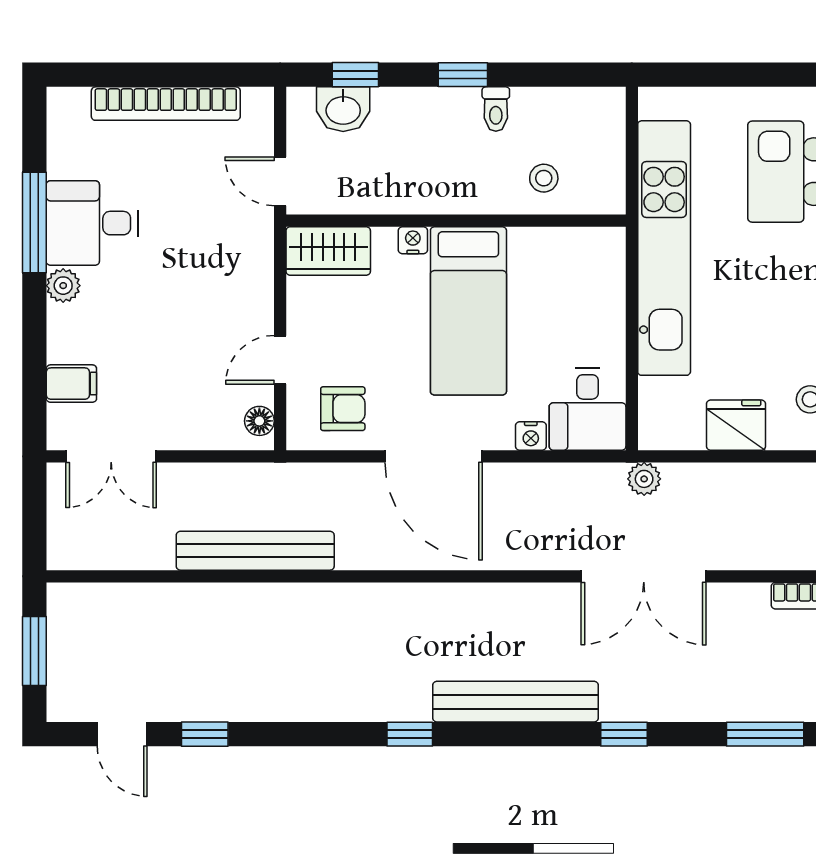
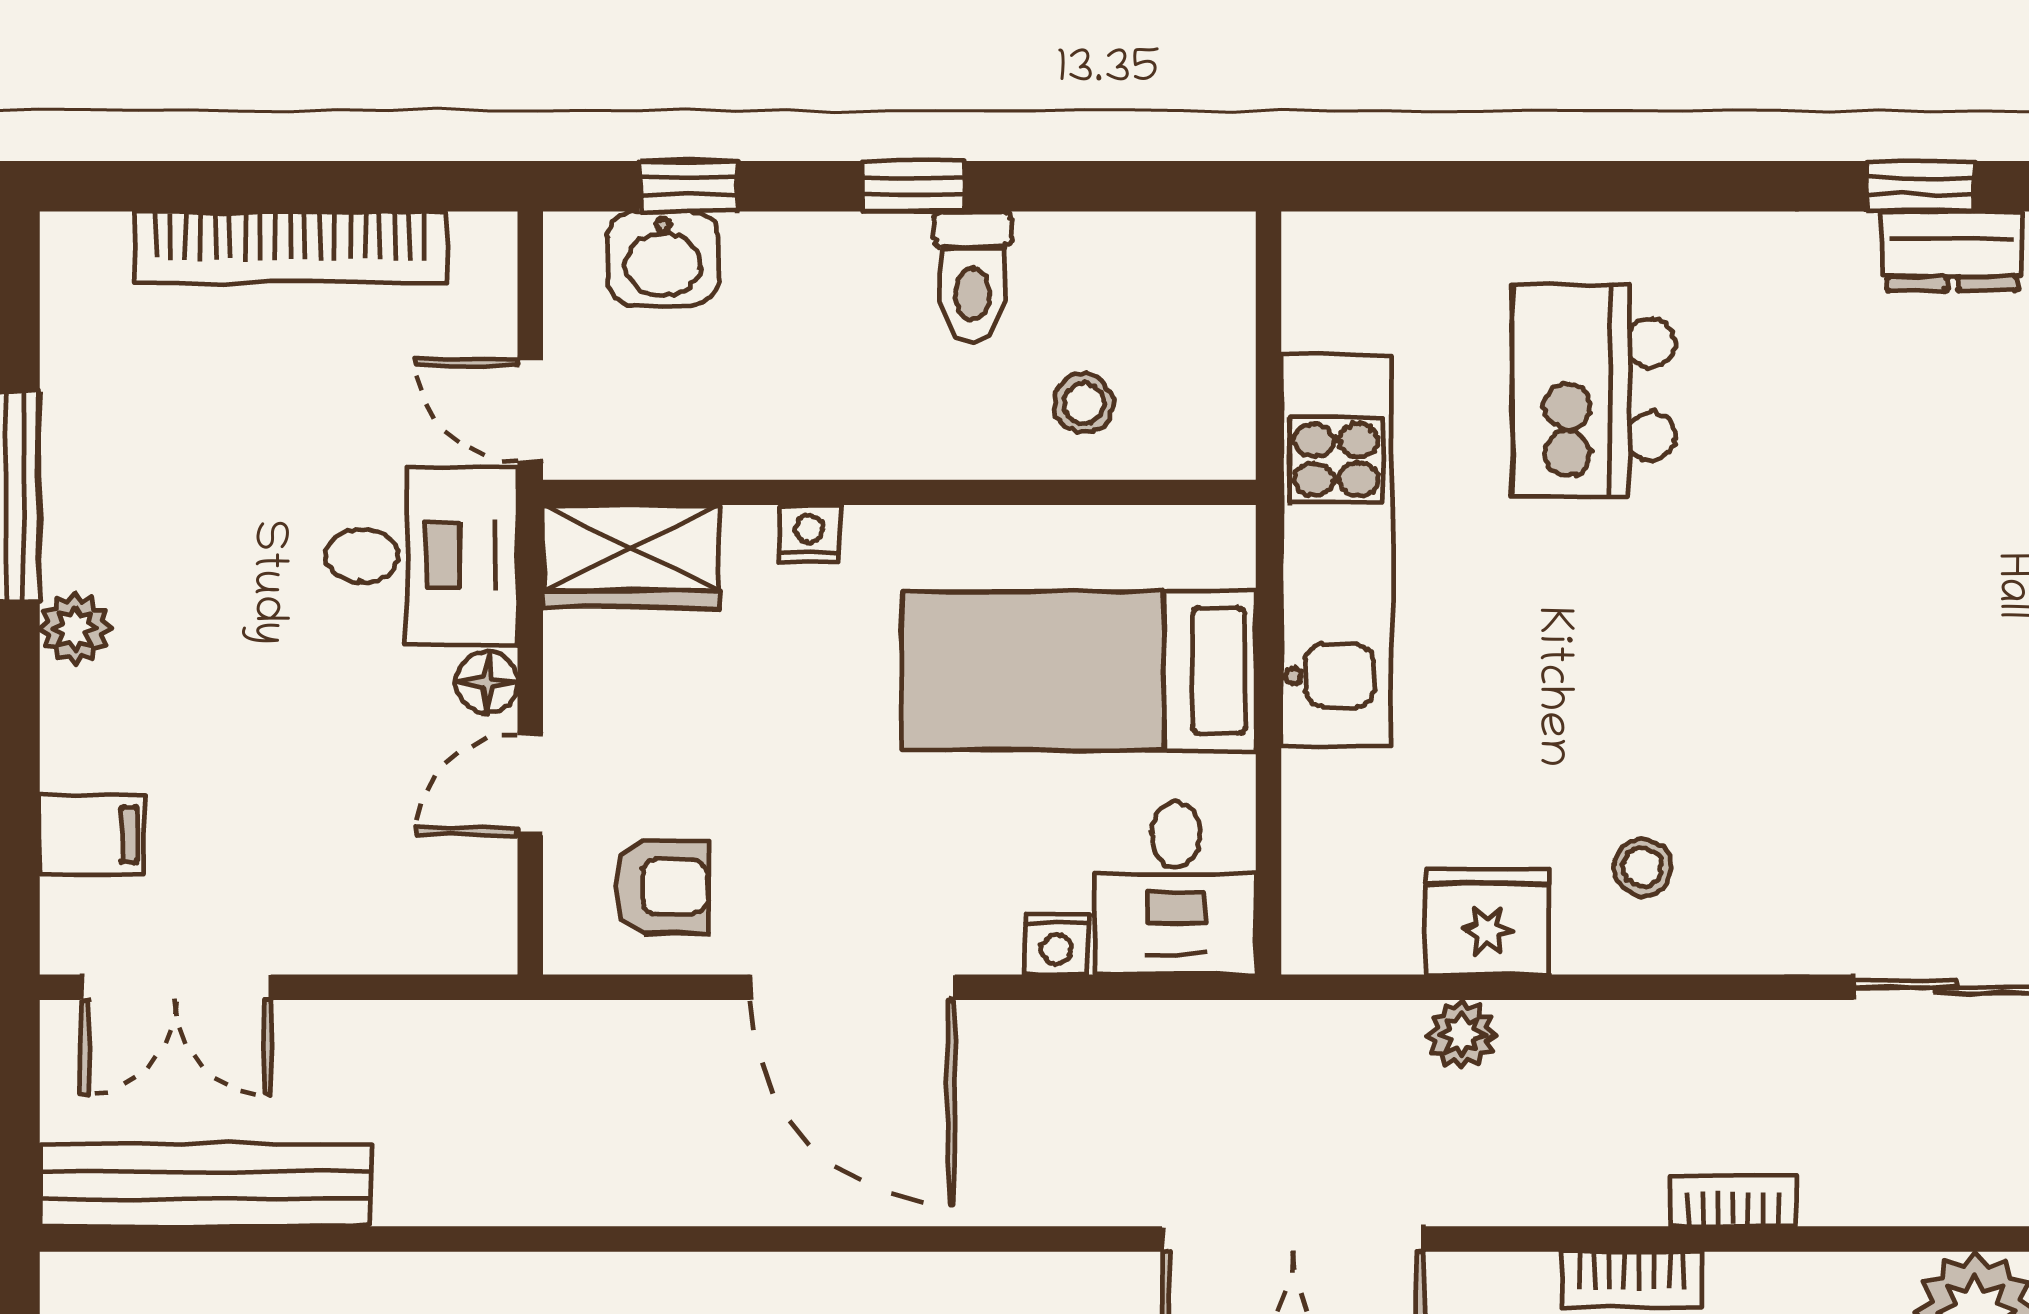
toilet: (496, 109) -> (972, 276), width x1.37, depth x1.39
desk: (92, 223) -> (422, 556), moved, turned 180
kitchen unit: (664, 248) -> (1336, 550), width x0.73
bed: (468, 311) -> (1079, 671), moved, turned 90
floor lamp: (259, 421) -> (487, 682), moved
plant: (644, 479) -> (1462, 1035), moved
bench: (255, 551) -> (205, 1185), moved

